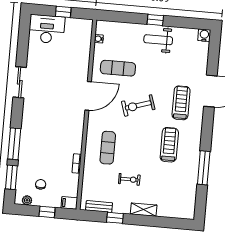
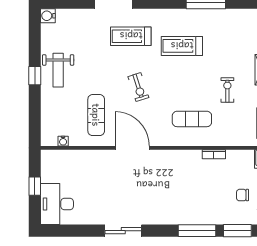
exercise bike: (138, 105) -> (138, 87), width x0.73, depth x0.72

